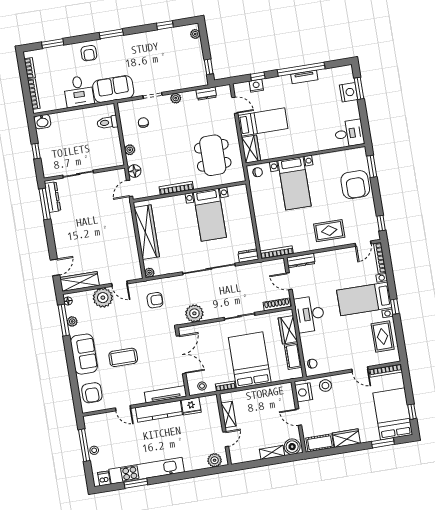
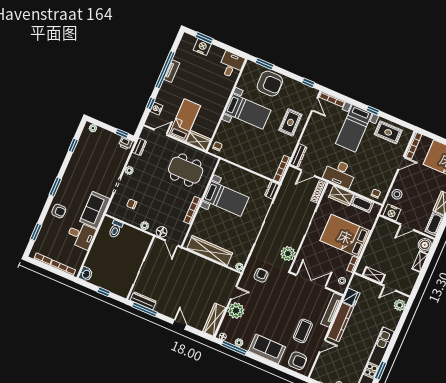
printer: (201, 77) -> (125, 143), added
bed with nightstands: (294, 183) -> (248, 111), moved
door: (55, 267) -> (180, 324), moved
coffee table: (123, 357) -> (303, 331), moved
door: (226, 439) -> (390, 288), swing flipped

